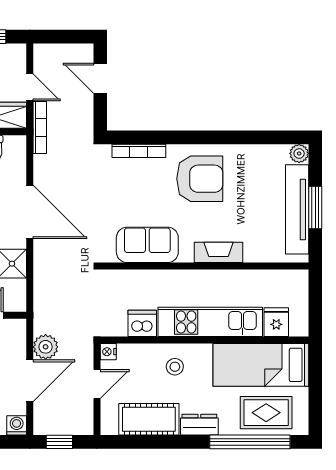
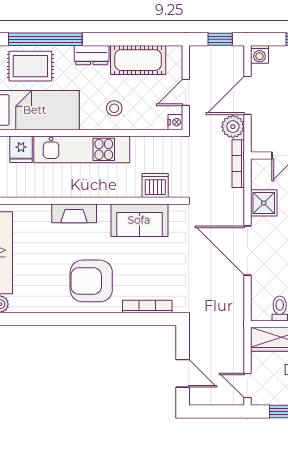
door: (30, 87) -> (247, 386), moved
bookcase: (40, 128) -> (238, 164), moved
dishwasher: (142, 323) -> (155, 185), moved, turned 180

